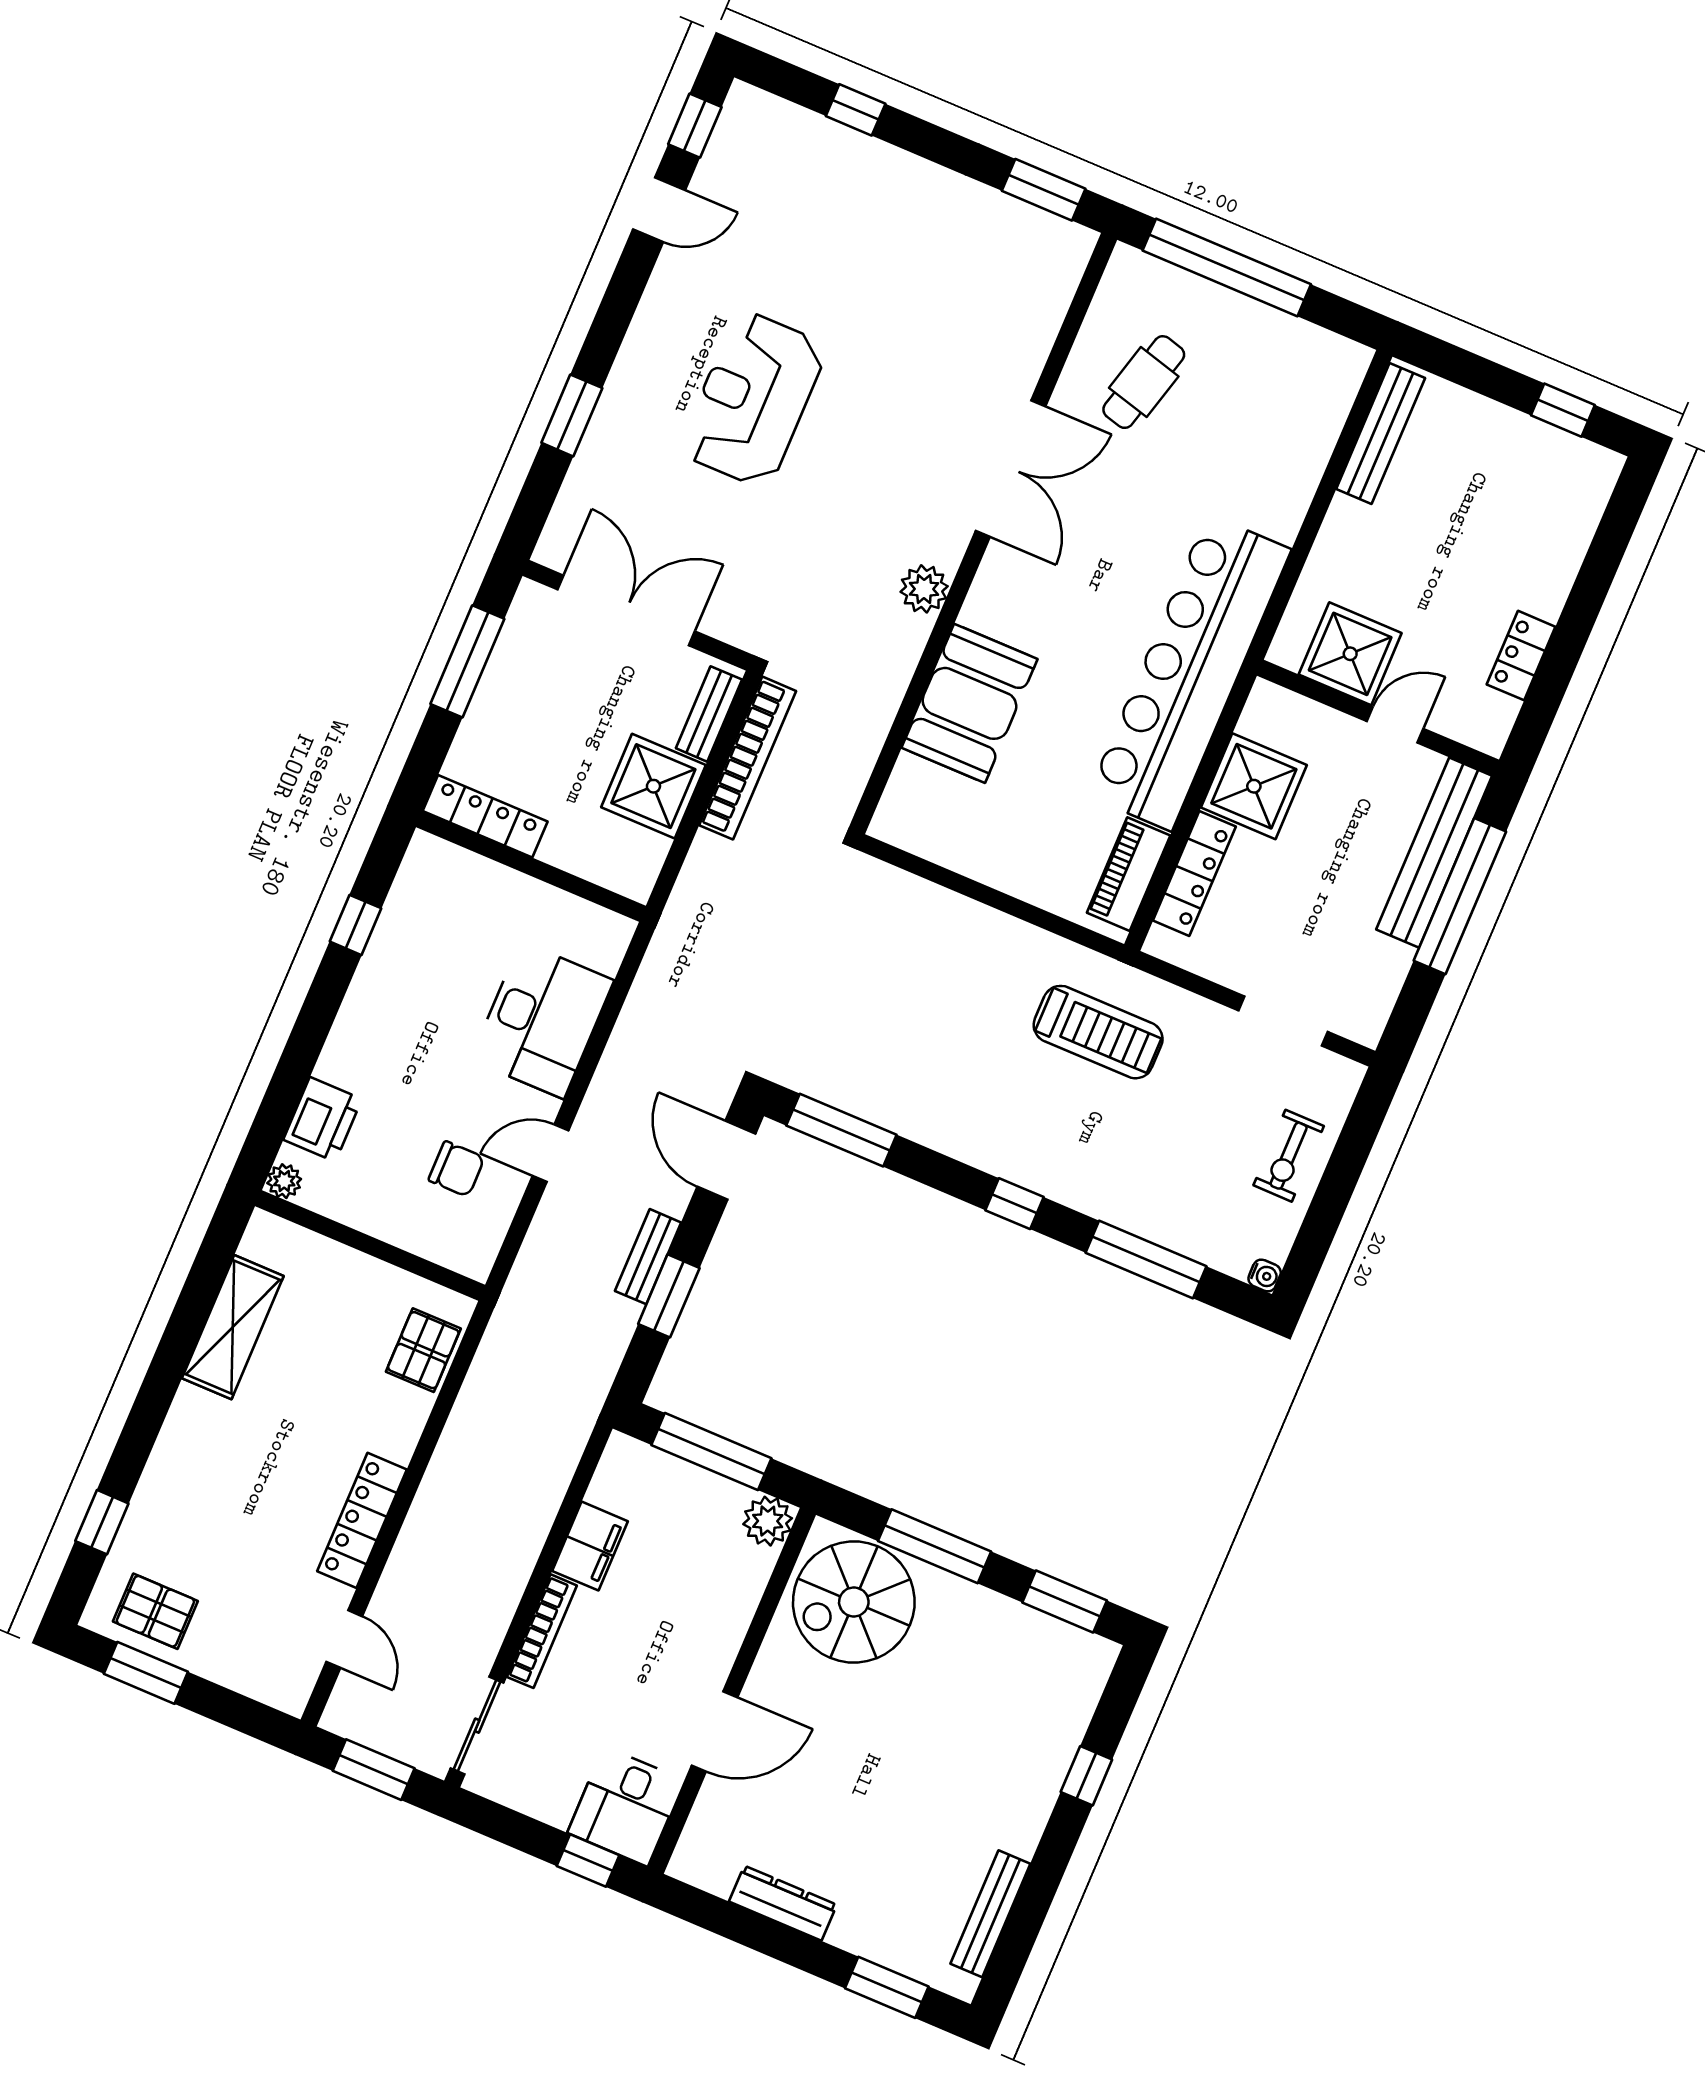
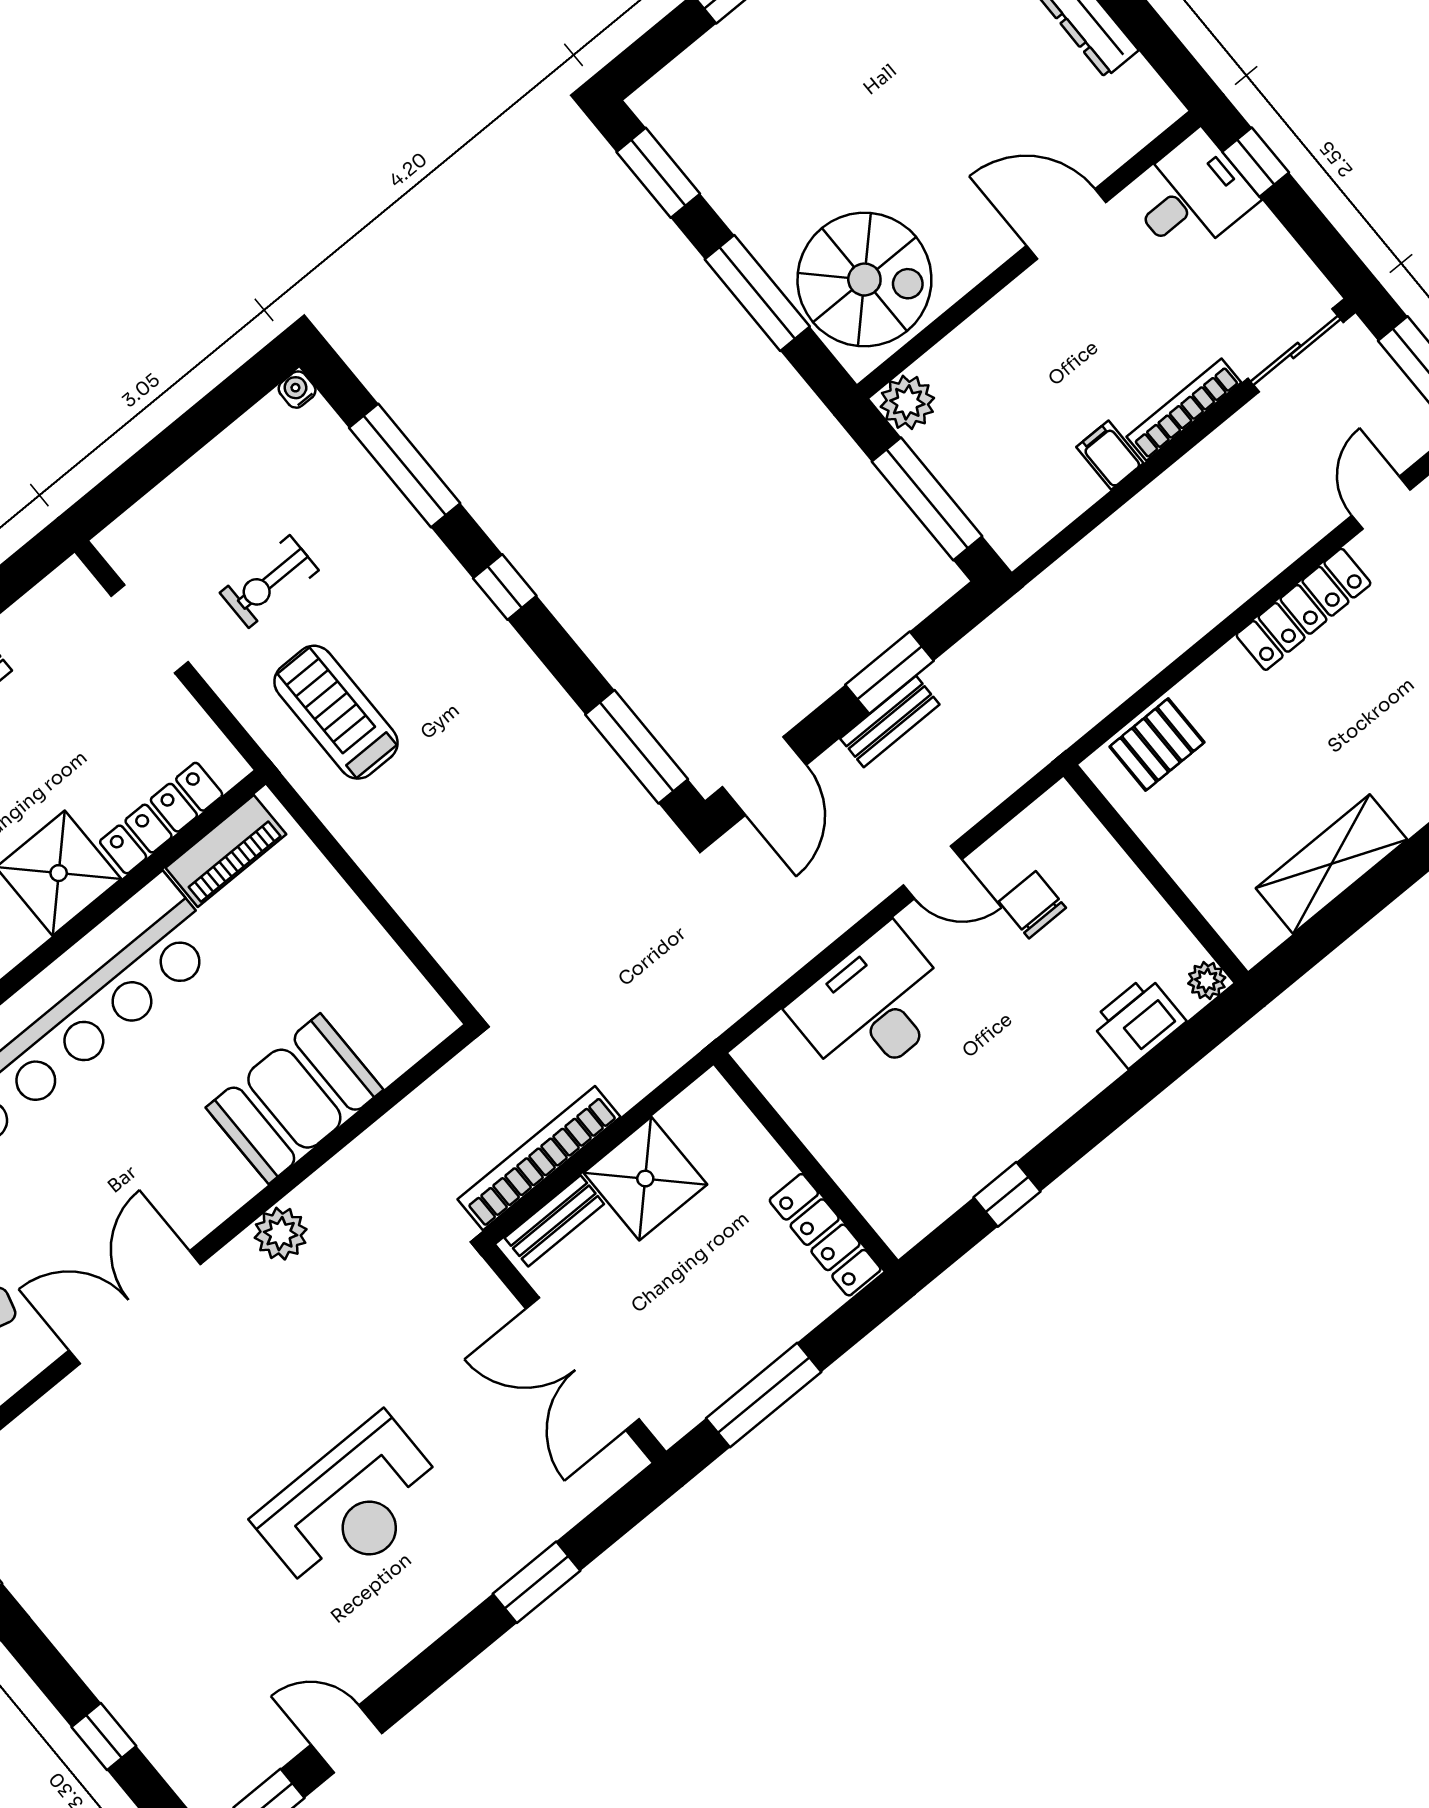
exercise bike: (1289, 1156) -> (269, 581), moved, turned 180
filing cabinet: (590, 1546) -> (1110, 455), width x0.50

